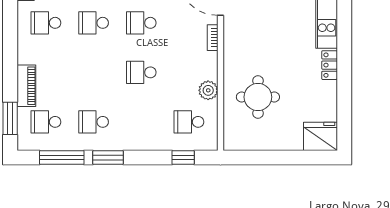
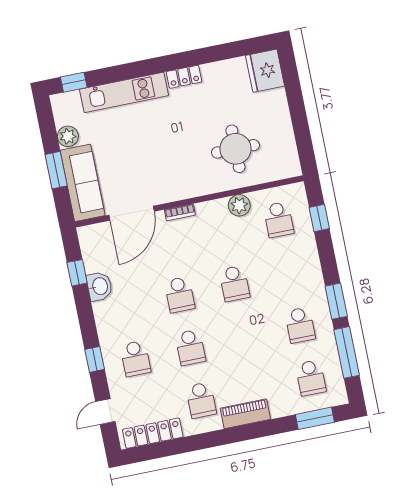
piano: (26, 86) -> (245, 414), moved

